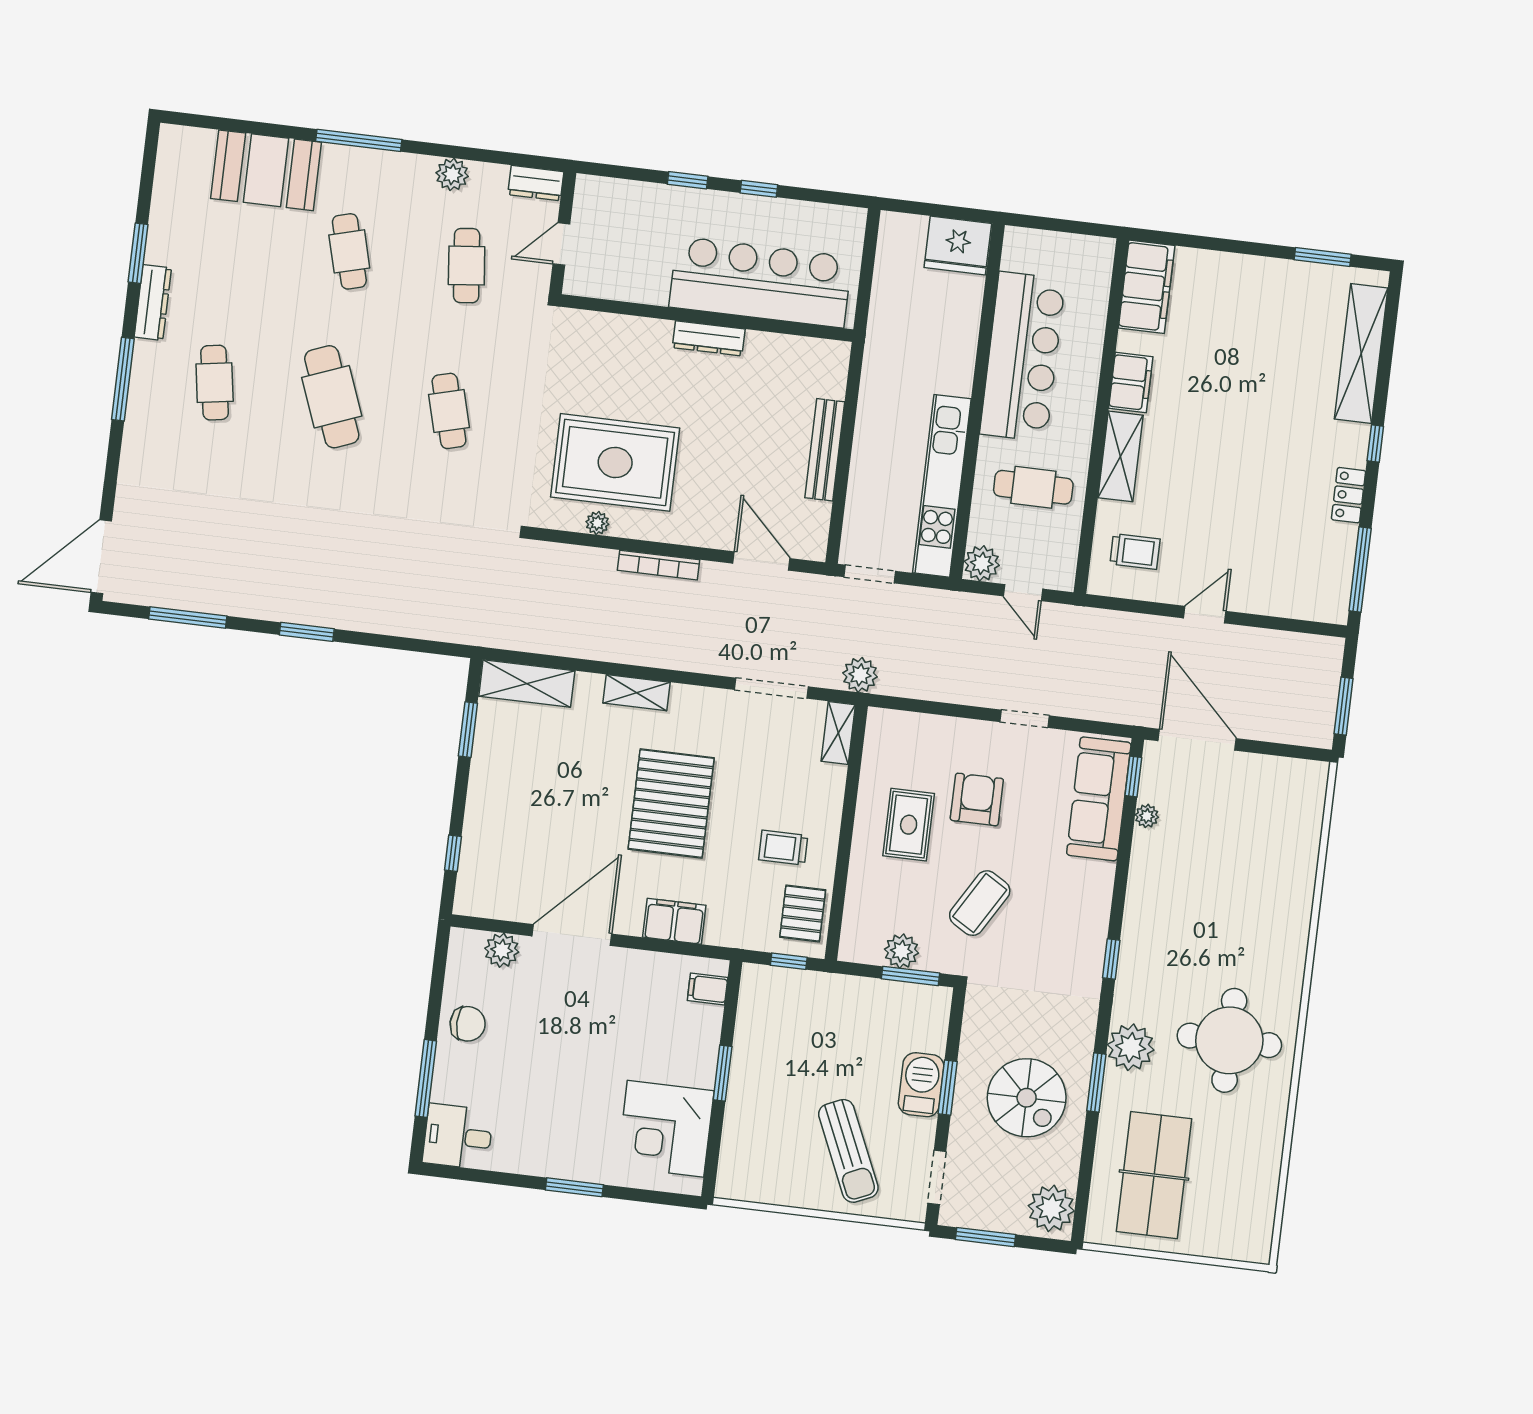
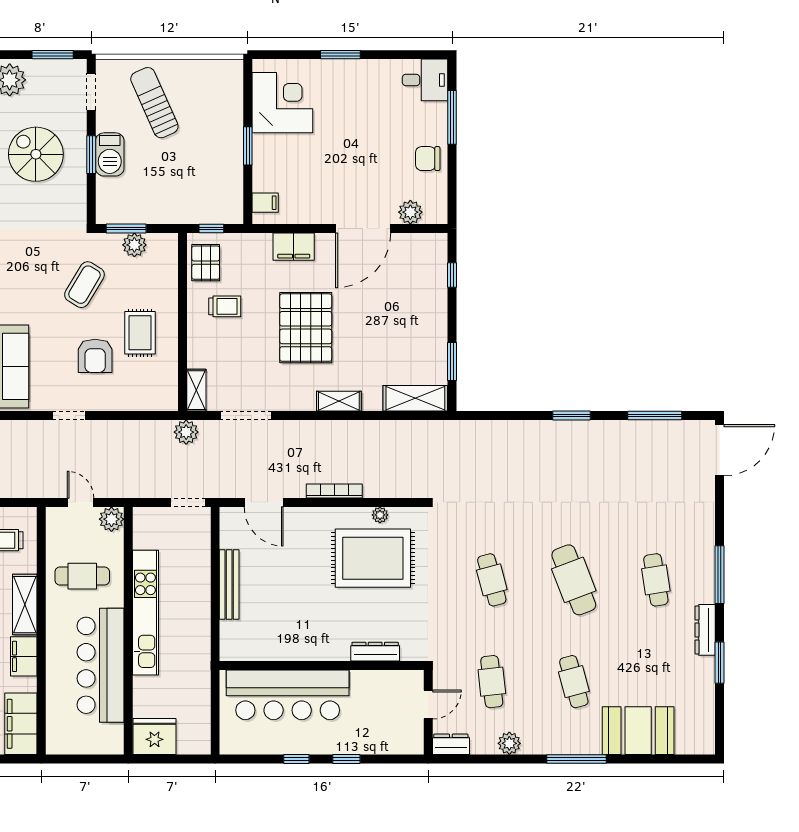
dresser: (709, 338) -> (375, 652), moved
kitchen unit: (942, 486) -> (145, 613), moved

